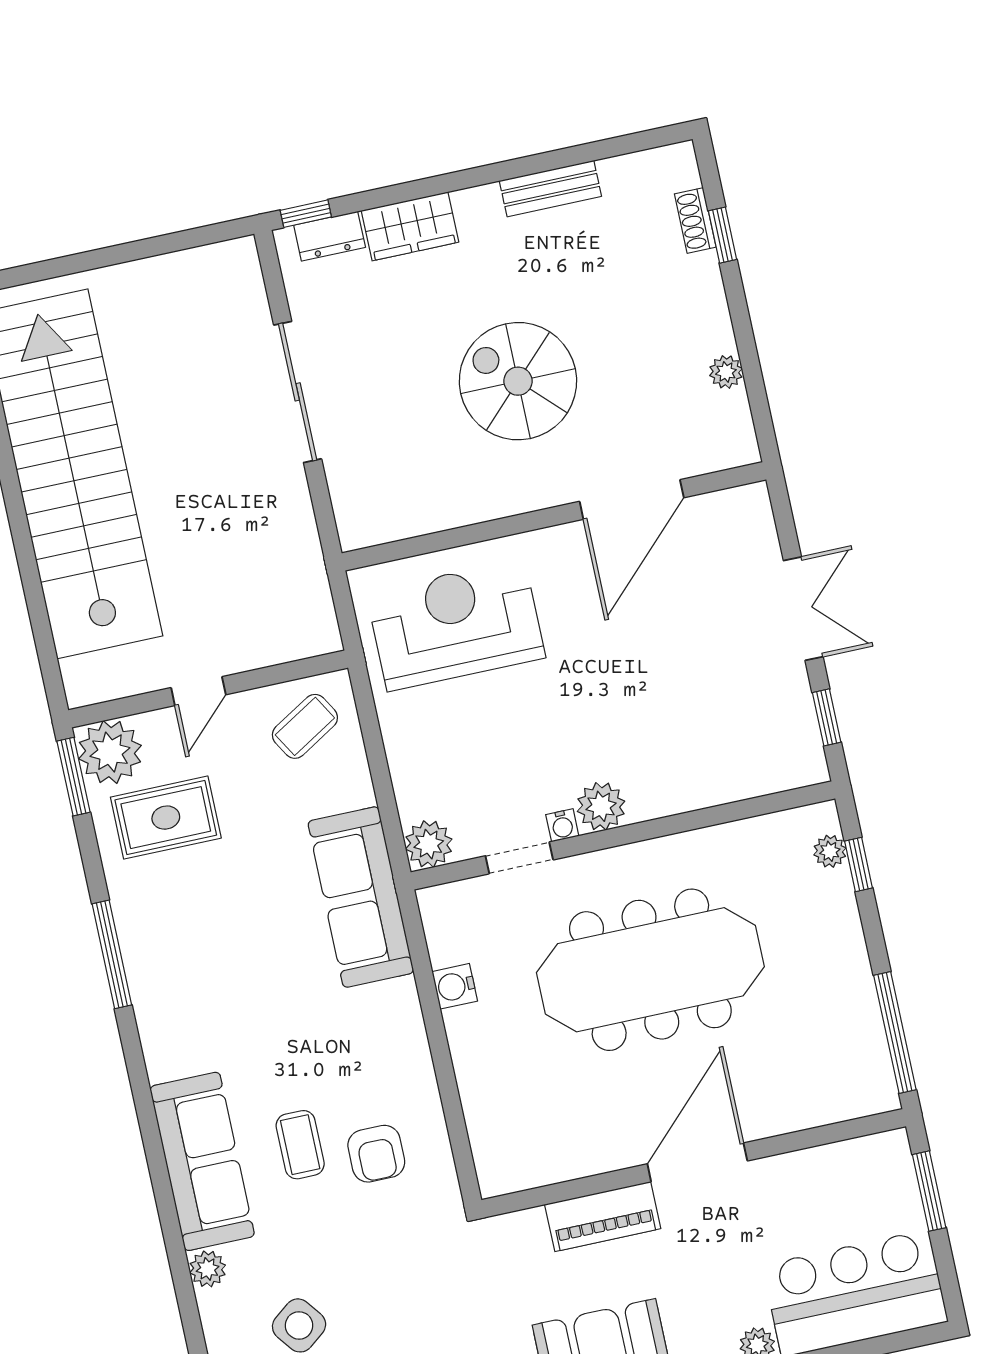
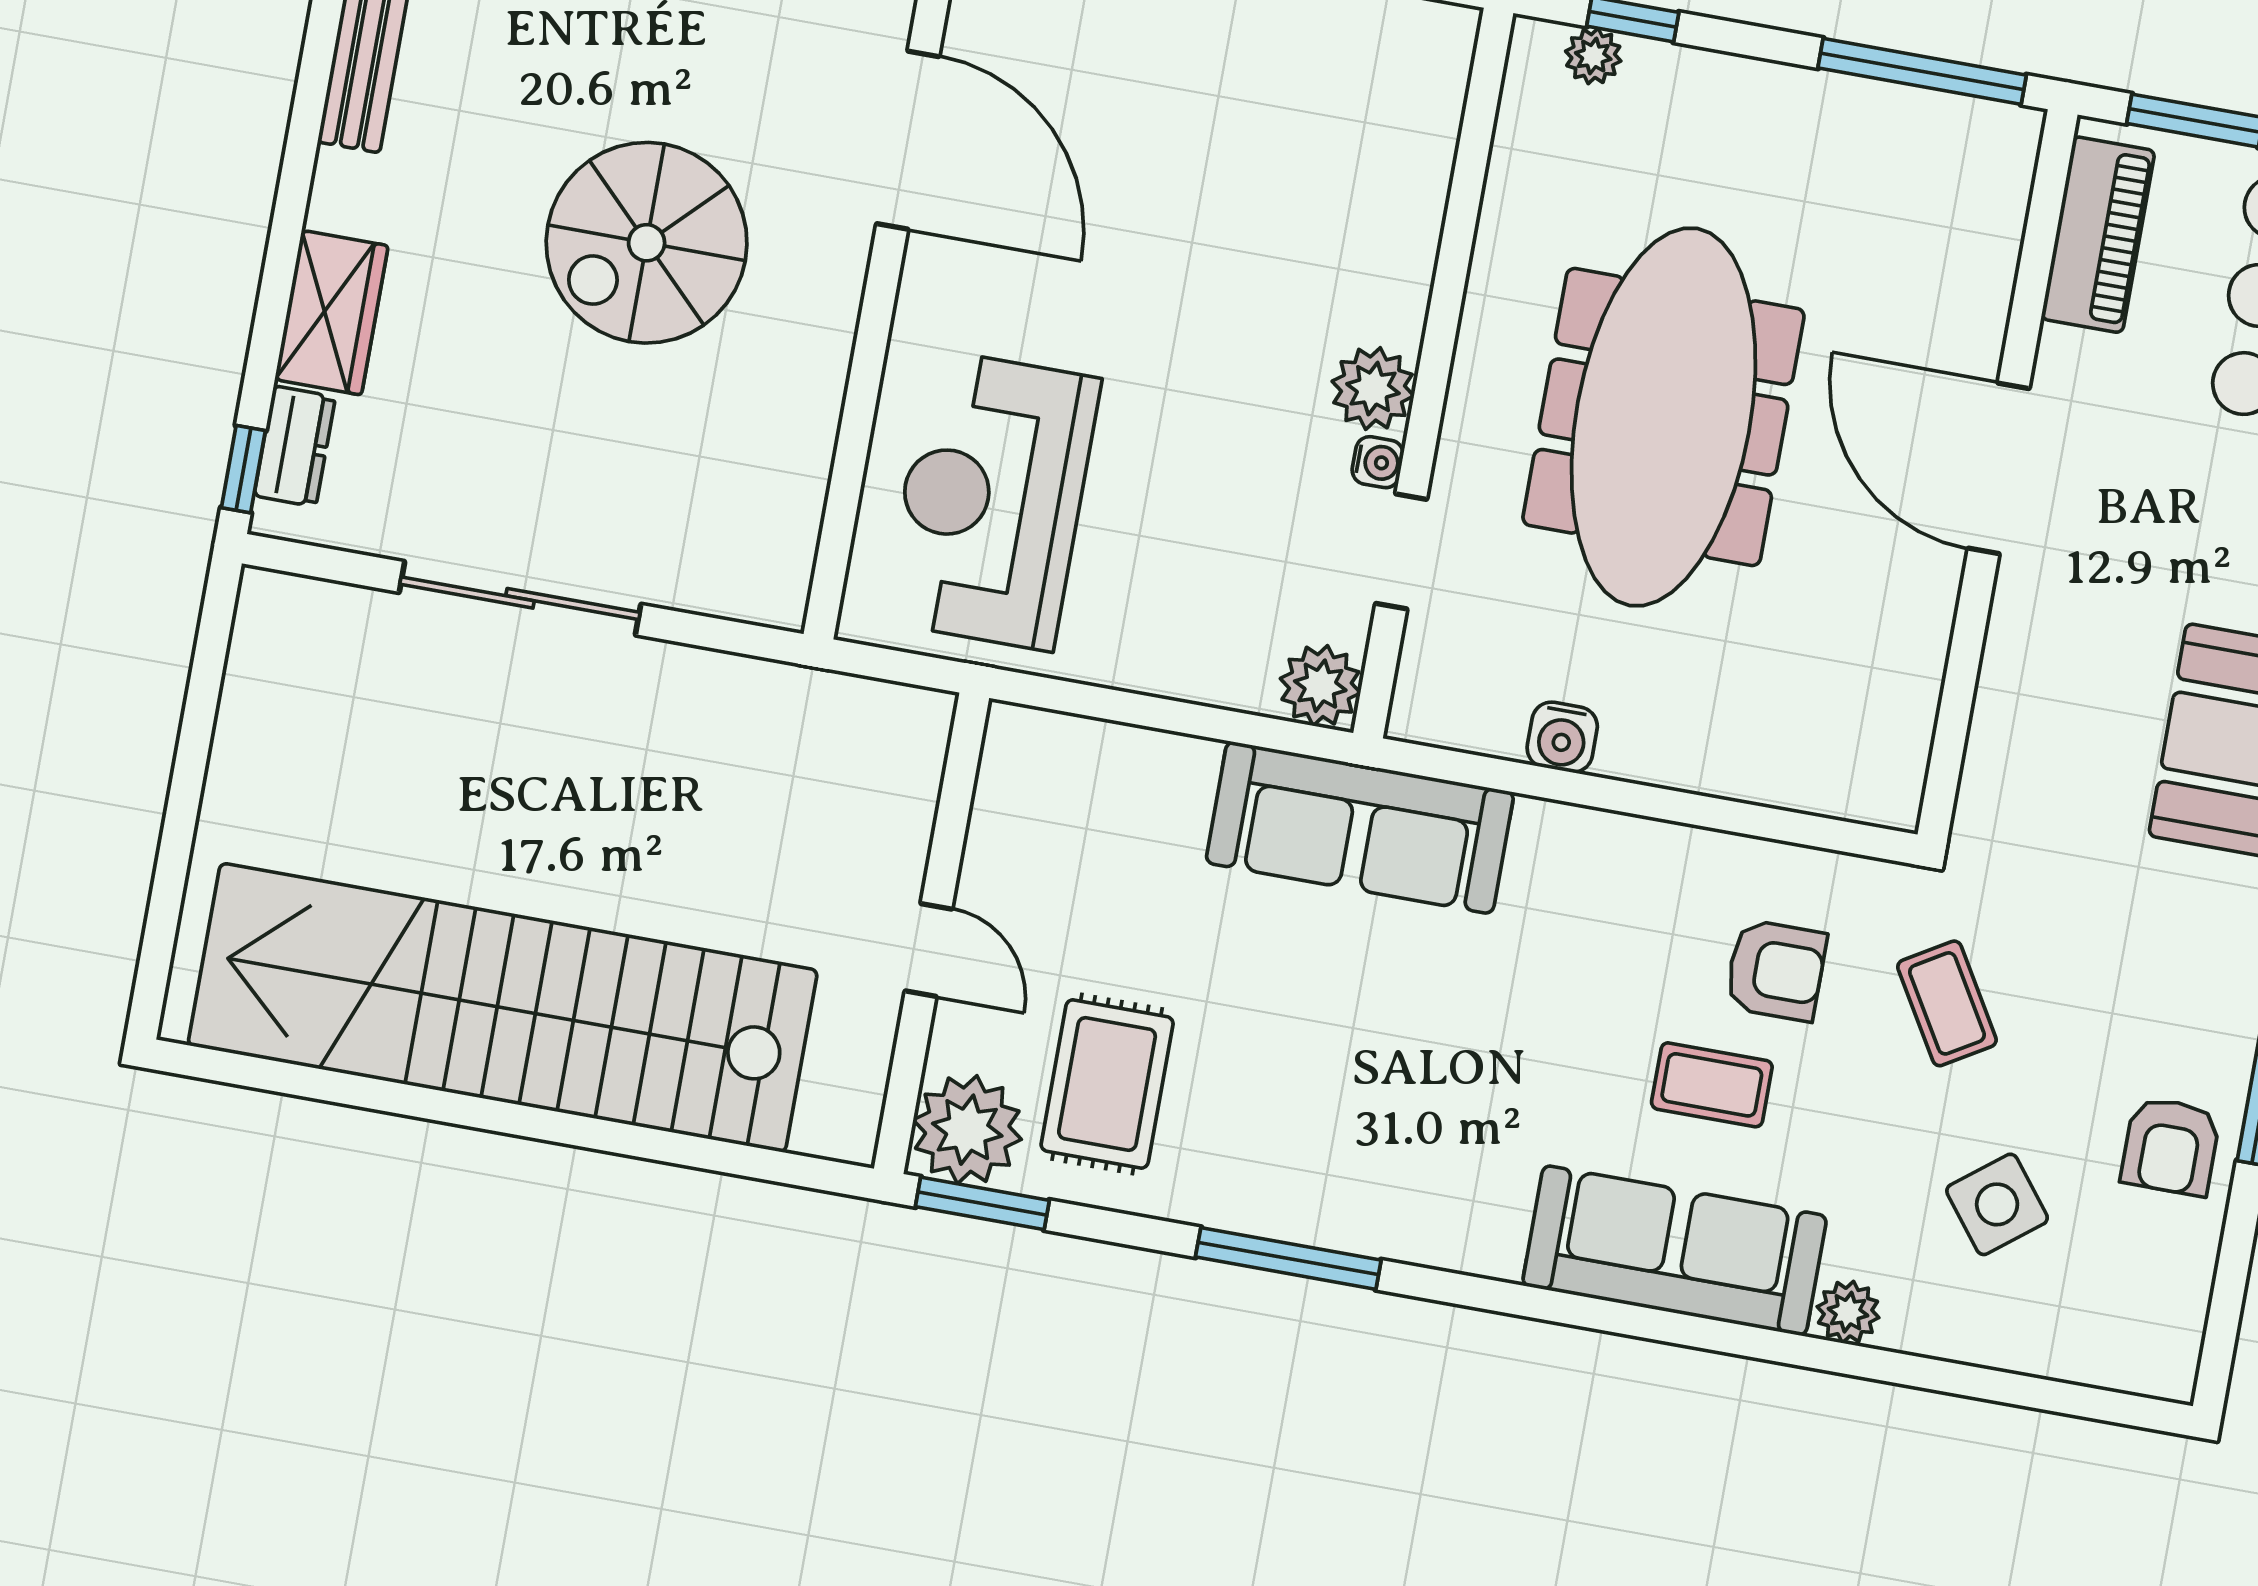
coffee table: (305, 726) -> (1947, 1003), moved
piano: (603, 1216) -> (2098, 235), moved

